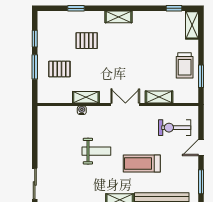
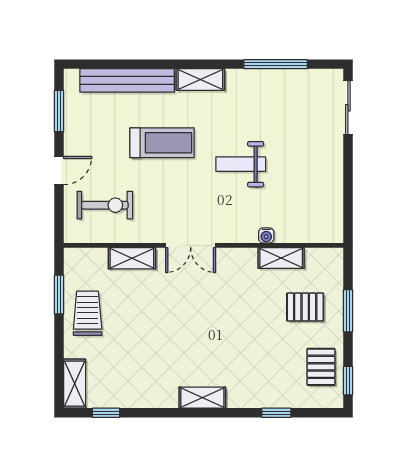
window: (35, 39) -> (348, 381), moved
pallet: (87, 41) -> (321, 367), moved, turned 90
shelving: (86, 97) -> (281, 258), moved

